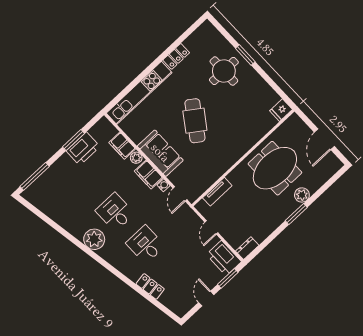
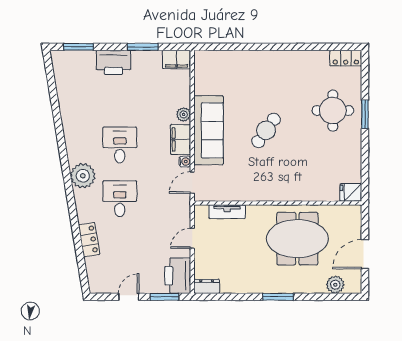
locker: (176, 56) -> (346, 58), moved
kitchen unit: (139, 93) -> (240, 60), removed
cafe table: (195, 121) -> (266, 130), width x0.73, depth x0.74
filing cabinet: (122, 146) -> (177, 59), moved, turned -90
printer: (83, 149) -> (113, 62), moved
sofa: (160, 153) -> (209, 130), width x1.36
window: (35, 176) -> (78, 47), width x0.69
plant: (302, 195) -> (335, 285), moved
plant: (94, 239) -> (83, 176), moved

